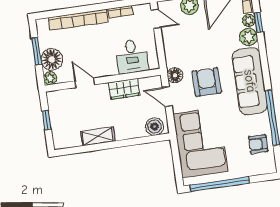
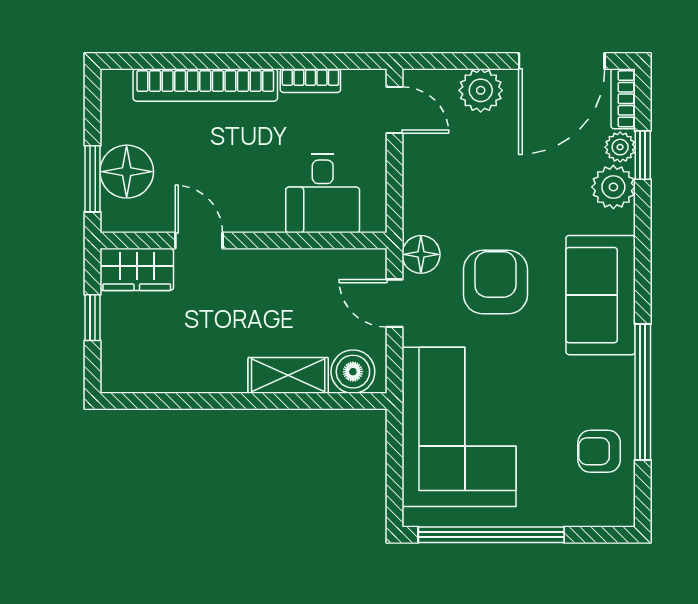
window: (37, 51) -> (92, 179), moved
plant: (50, 78) -> (116, 217), removed
sofa: (250, 81) -> (601, 295), width x0.73
wardrobe: (124, 89) -> (137, 269), moved
shelving: (98, 136) -> (288, 375), moved

